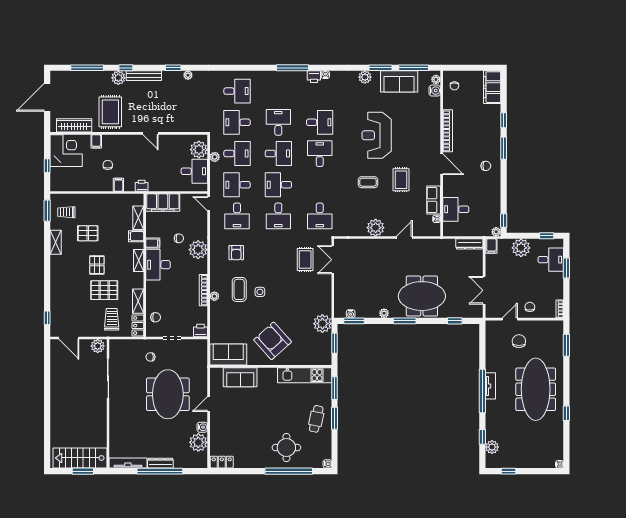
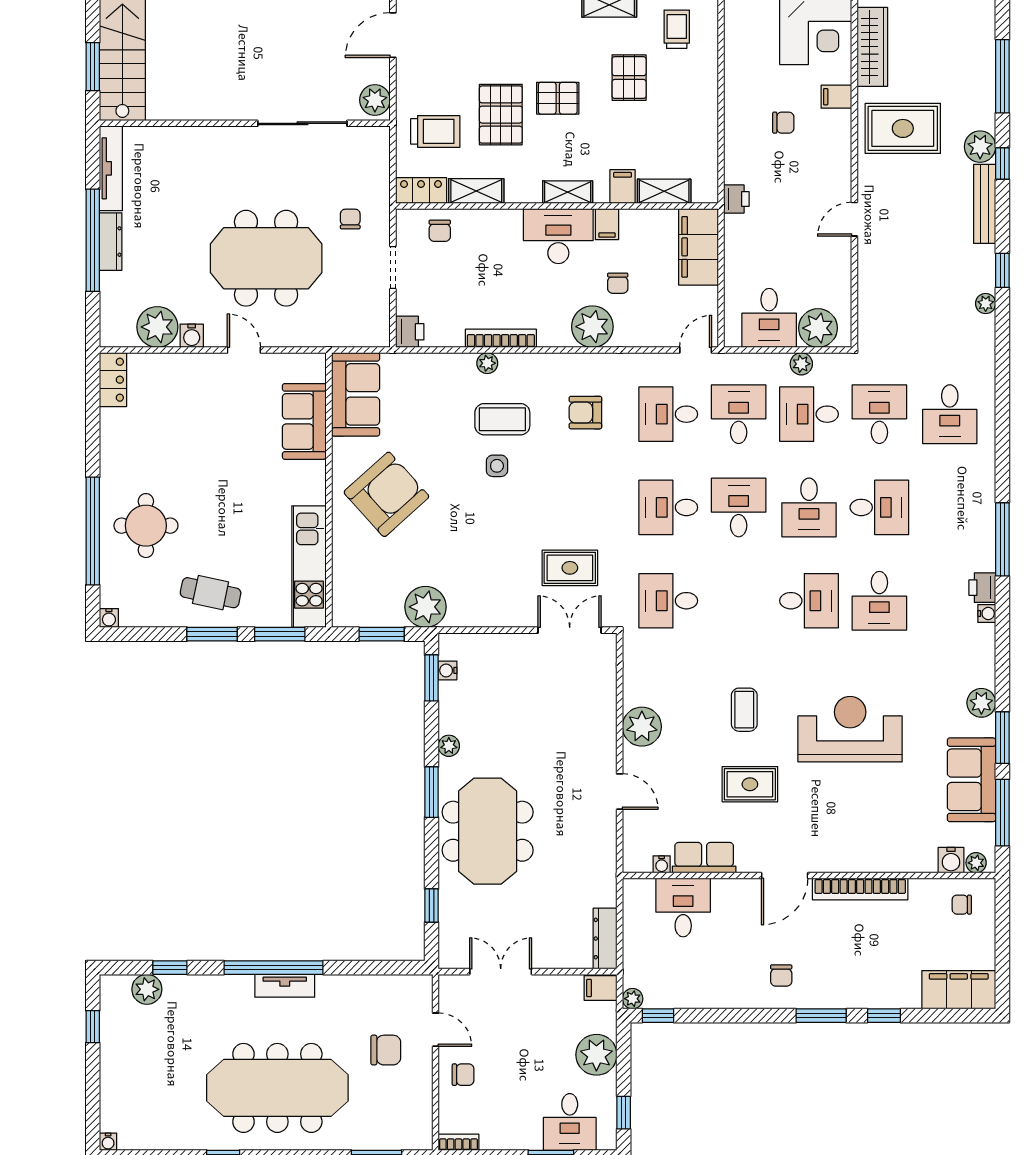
desk: (237, 154) -> (809, 414), turned 90
filing cabinet: (118, 185) -> (739, 147), removed

